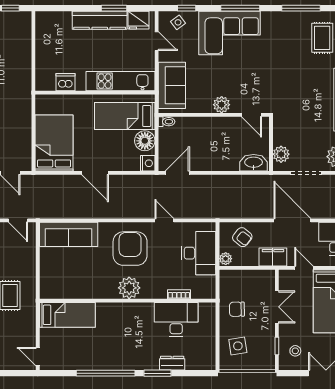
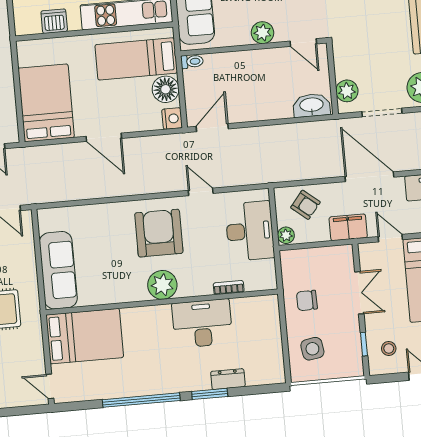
sofa: (69, 234) -> (58, 270), moved, turned -90
bed: (67, 315) -> (85, 336), width x1.50
desk: (176, 319) -> (202, 323), moved

